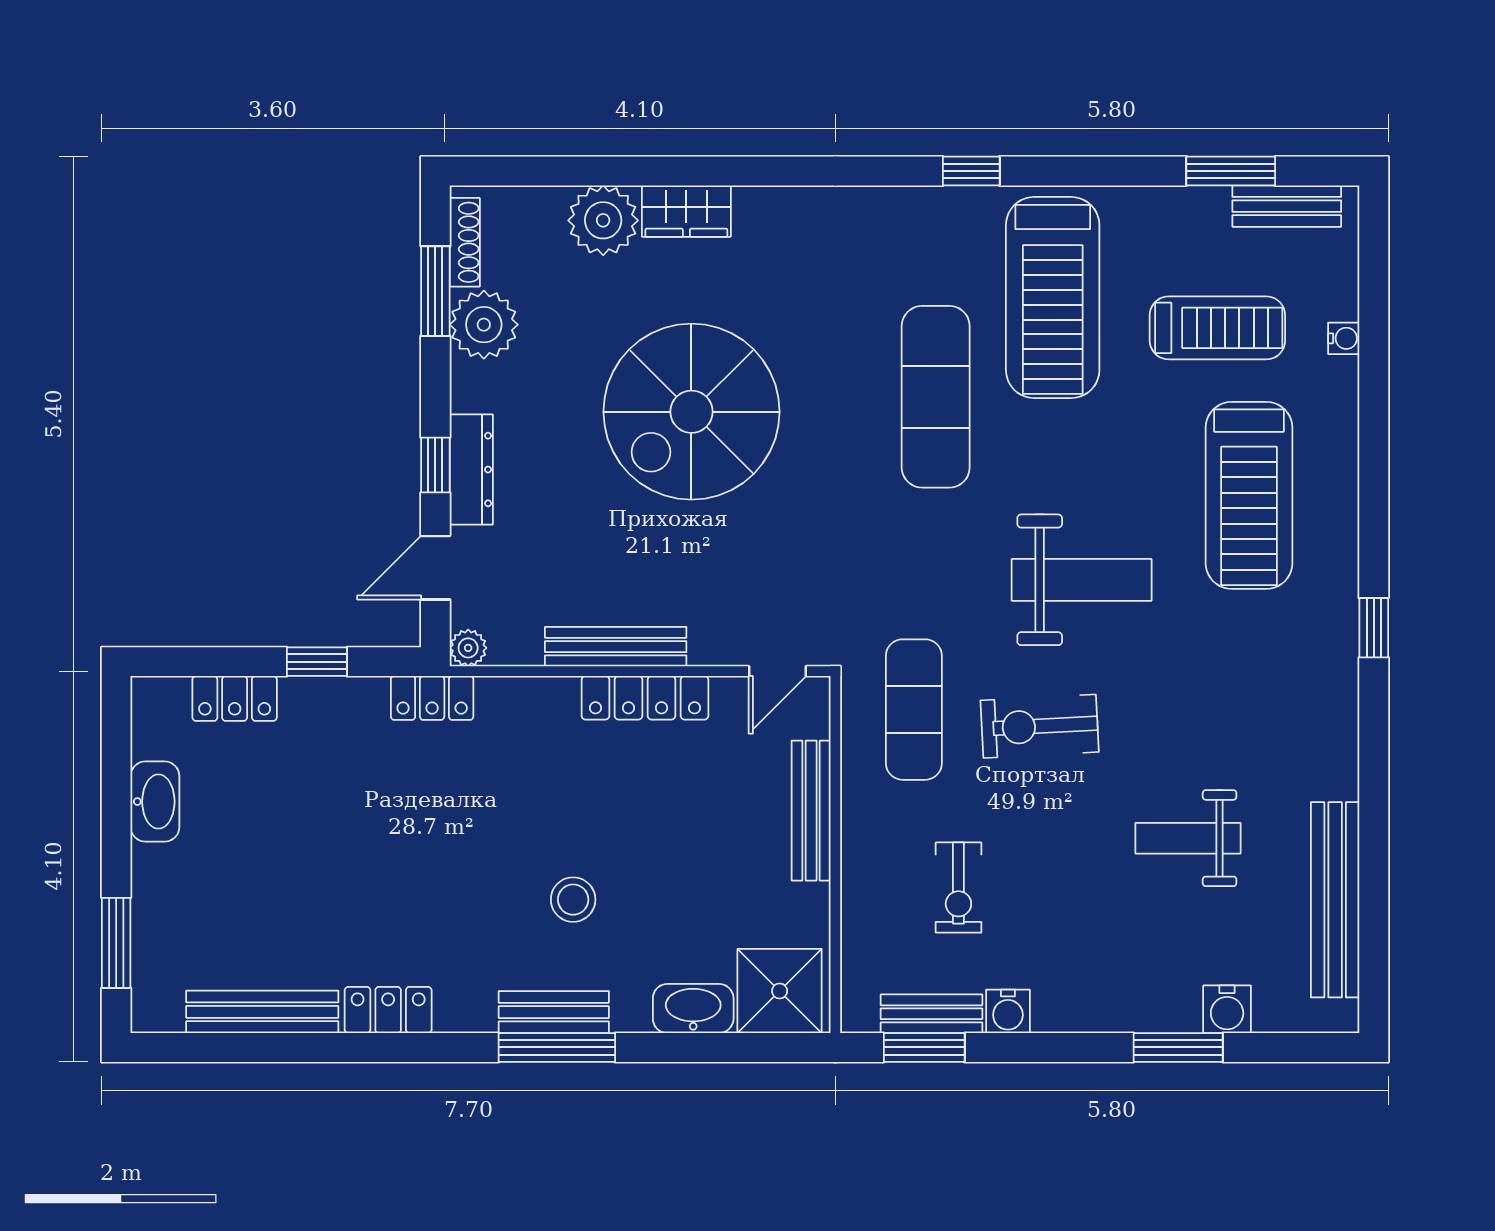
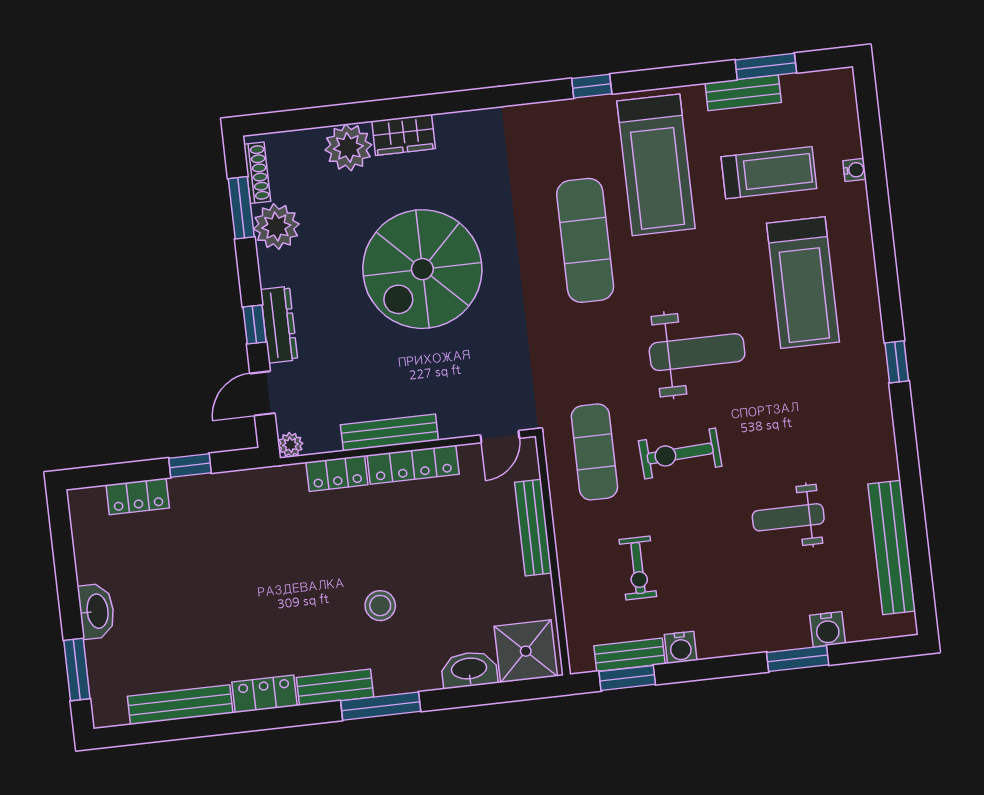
bench: (1287, 206) -> (743, 93), moved
locker: (432, 698) -> (337, 473), moved
washbasin: (155, 802) -> (97, 611), moved
bench: (554, 1012) -> (335, 687), moved

